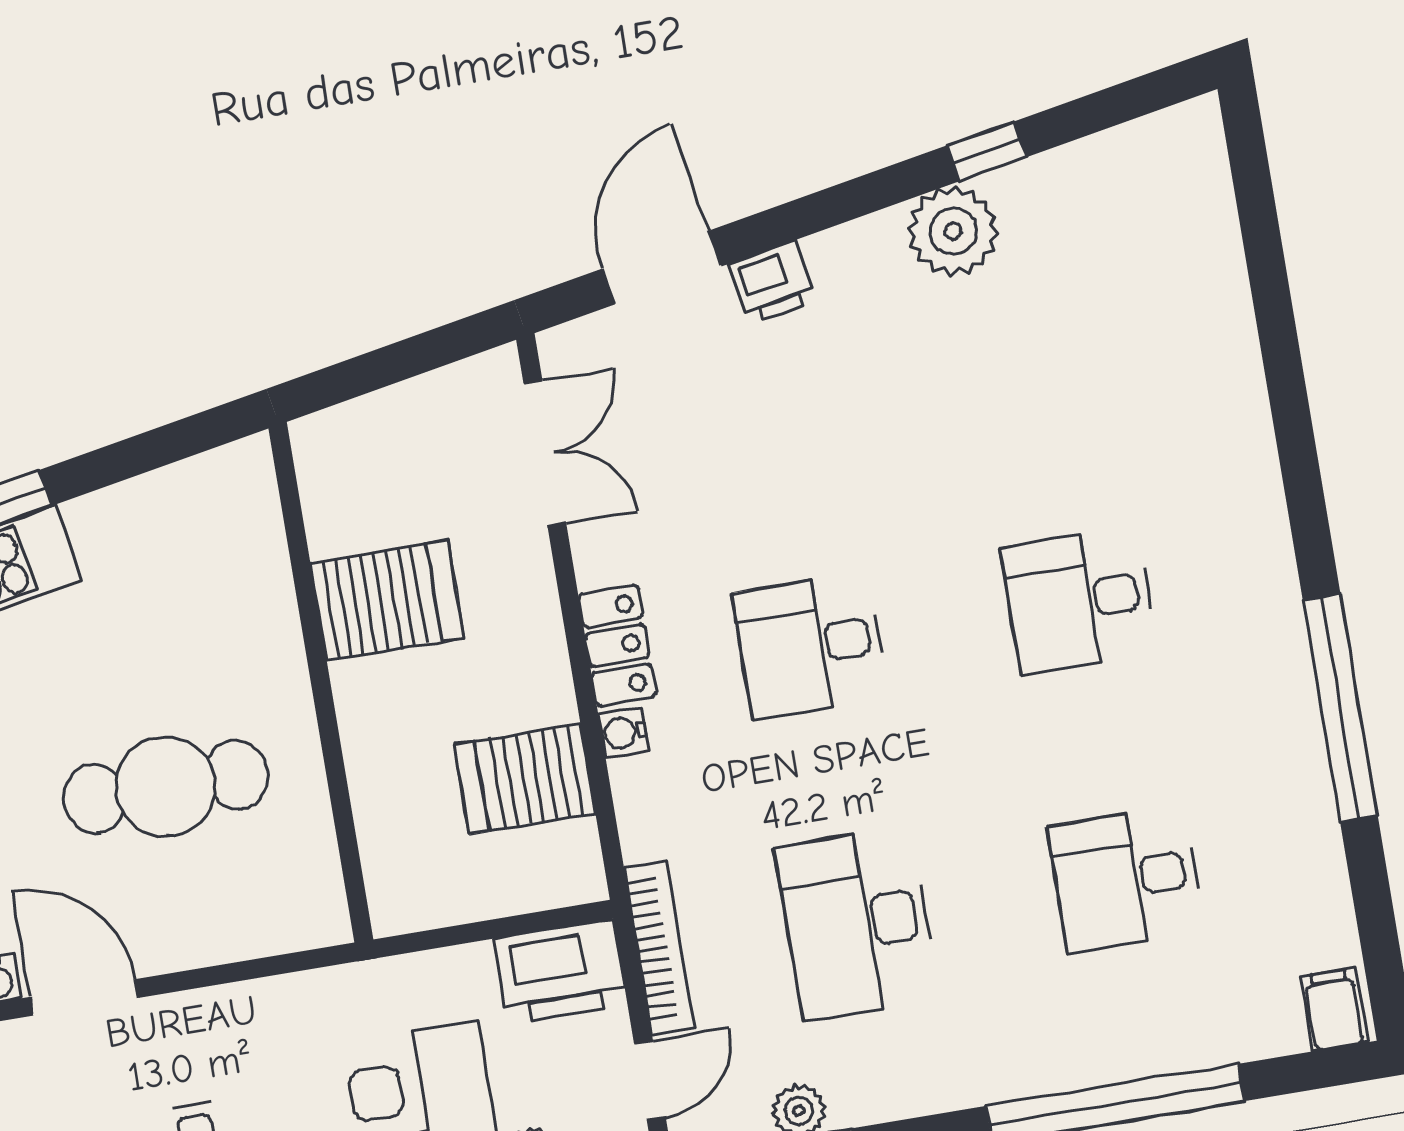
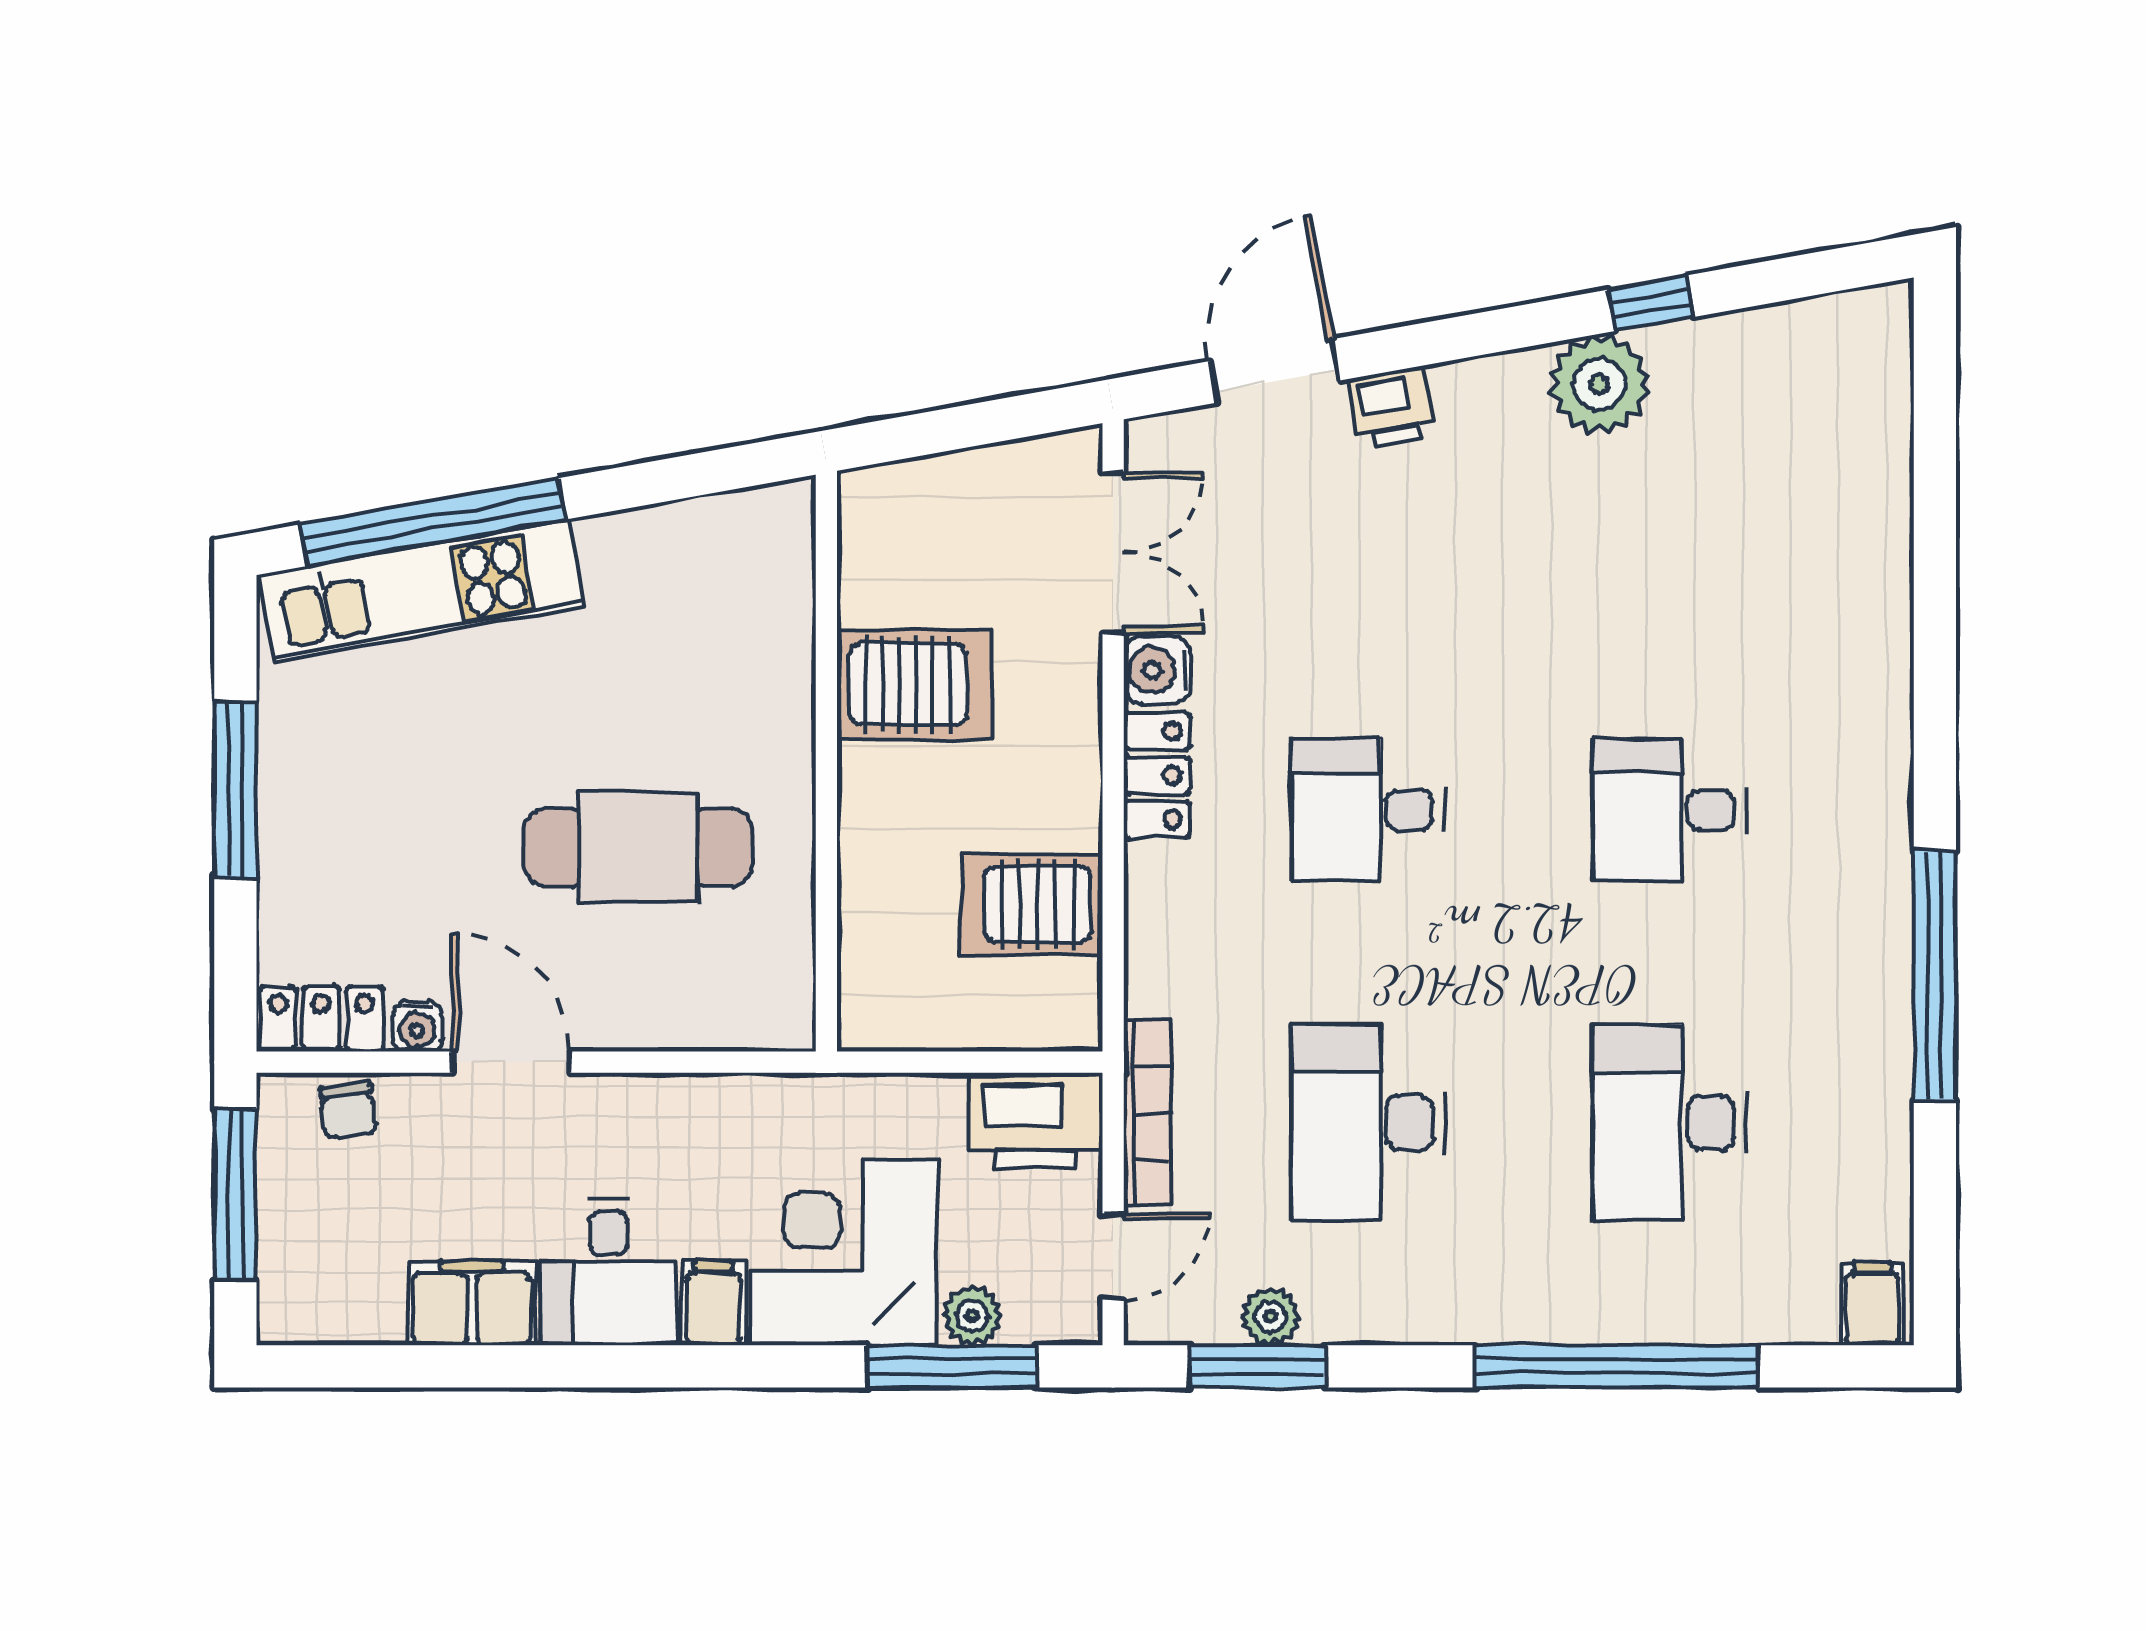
water cooler: (624, 733) -> (1157, 670), moved, width x1.38, depth x1.38
desk: (1126, 879) -> (1670, 1123), width x1.37

